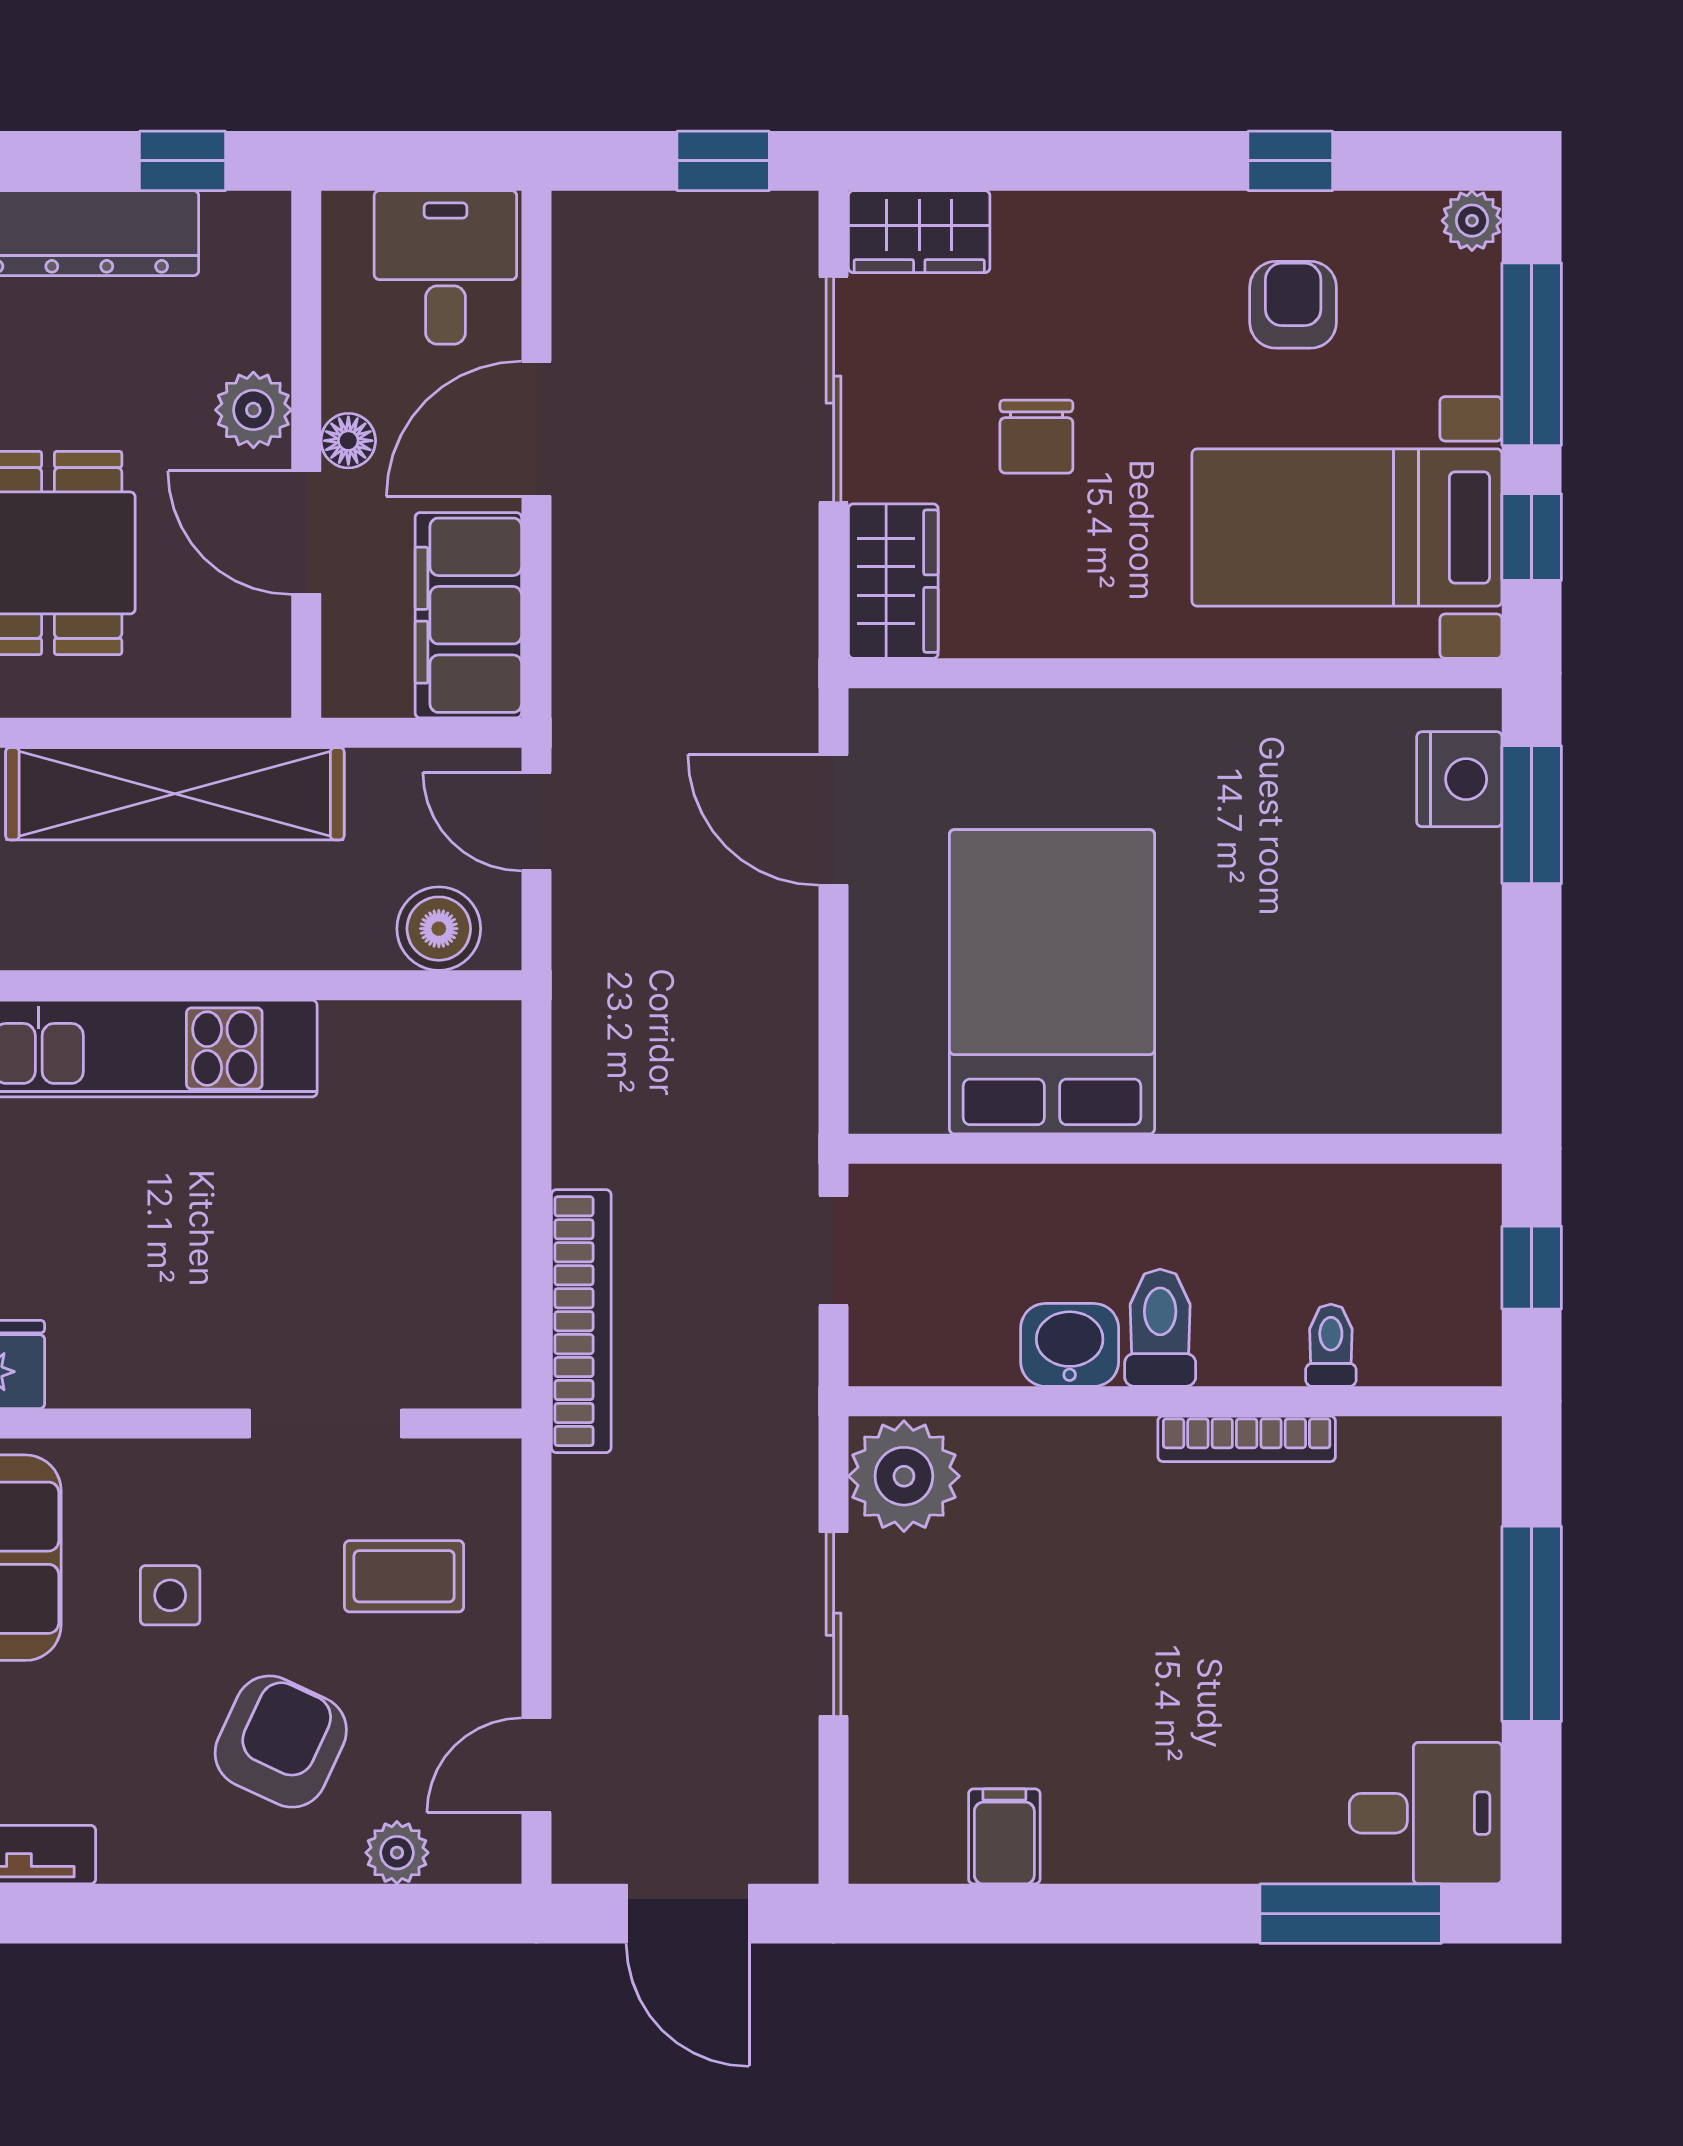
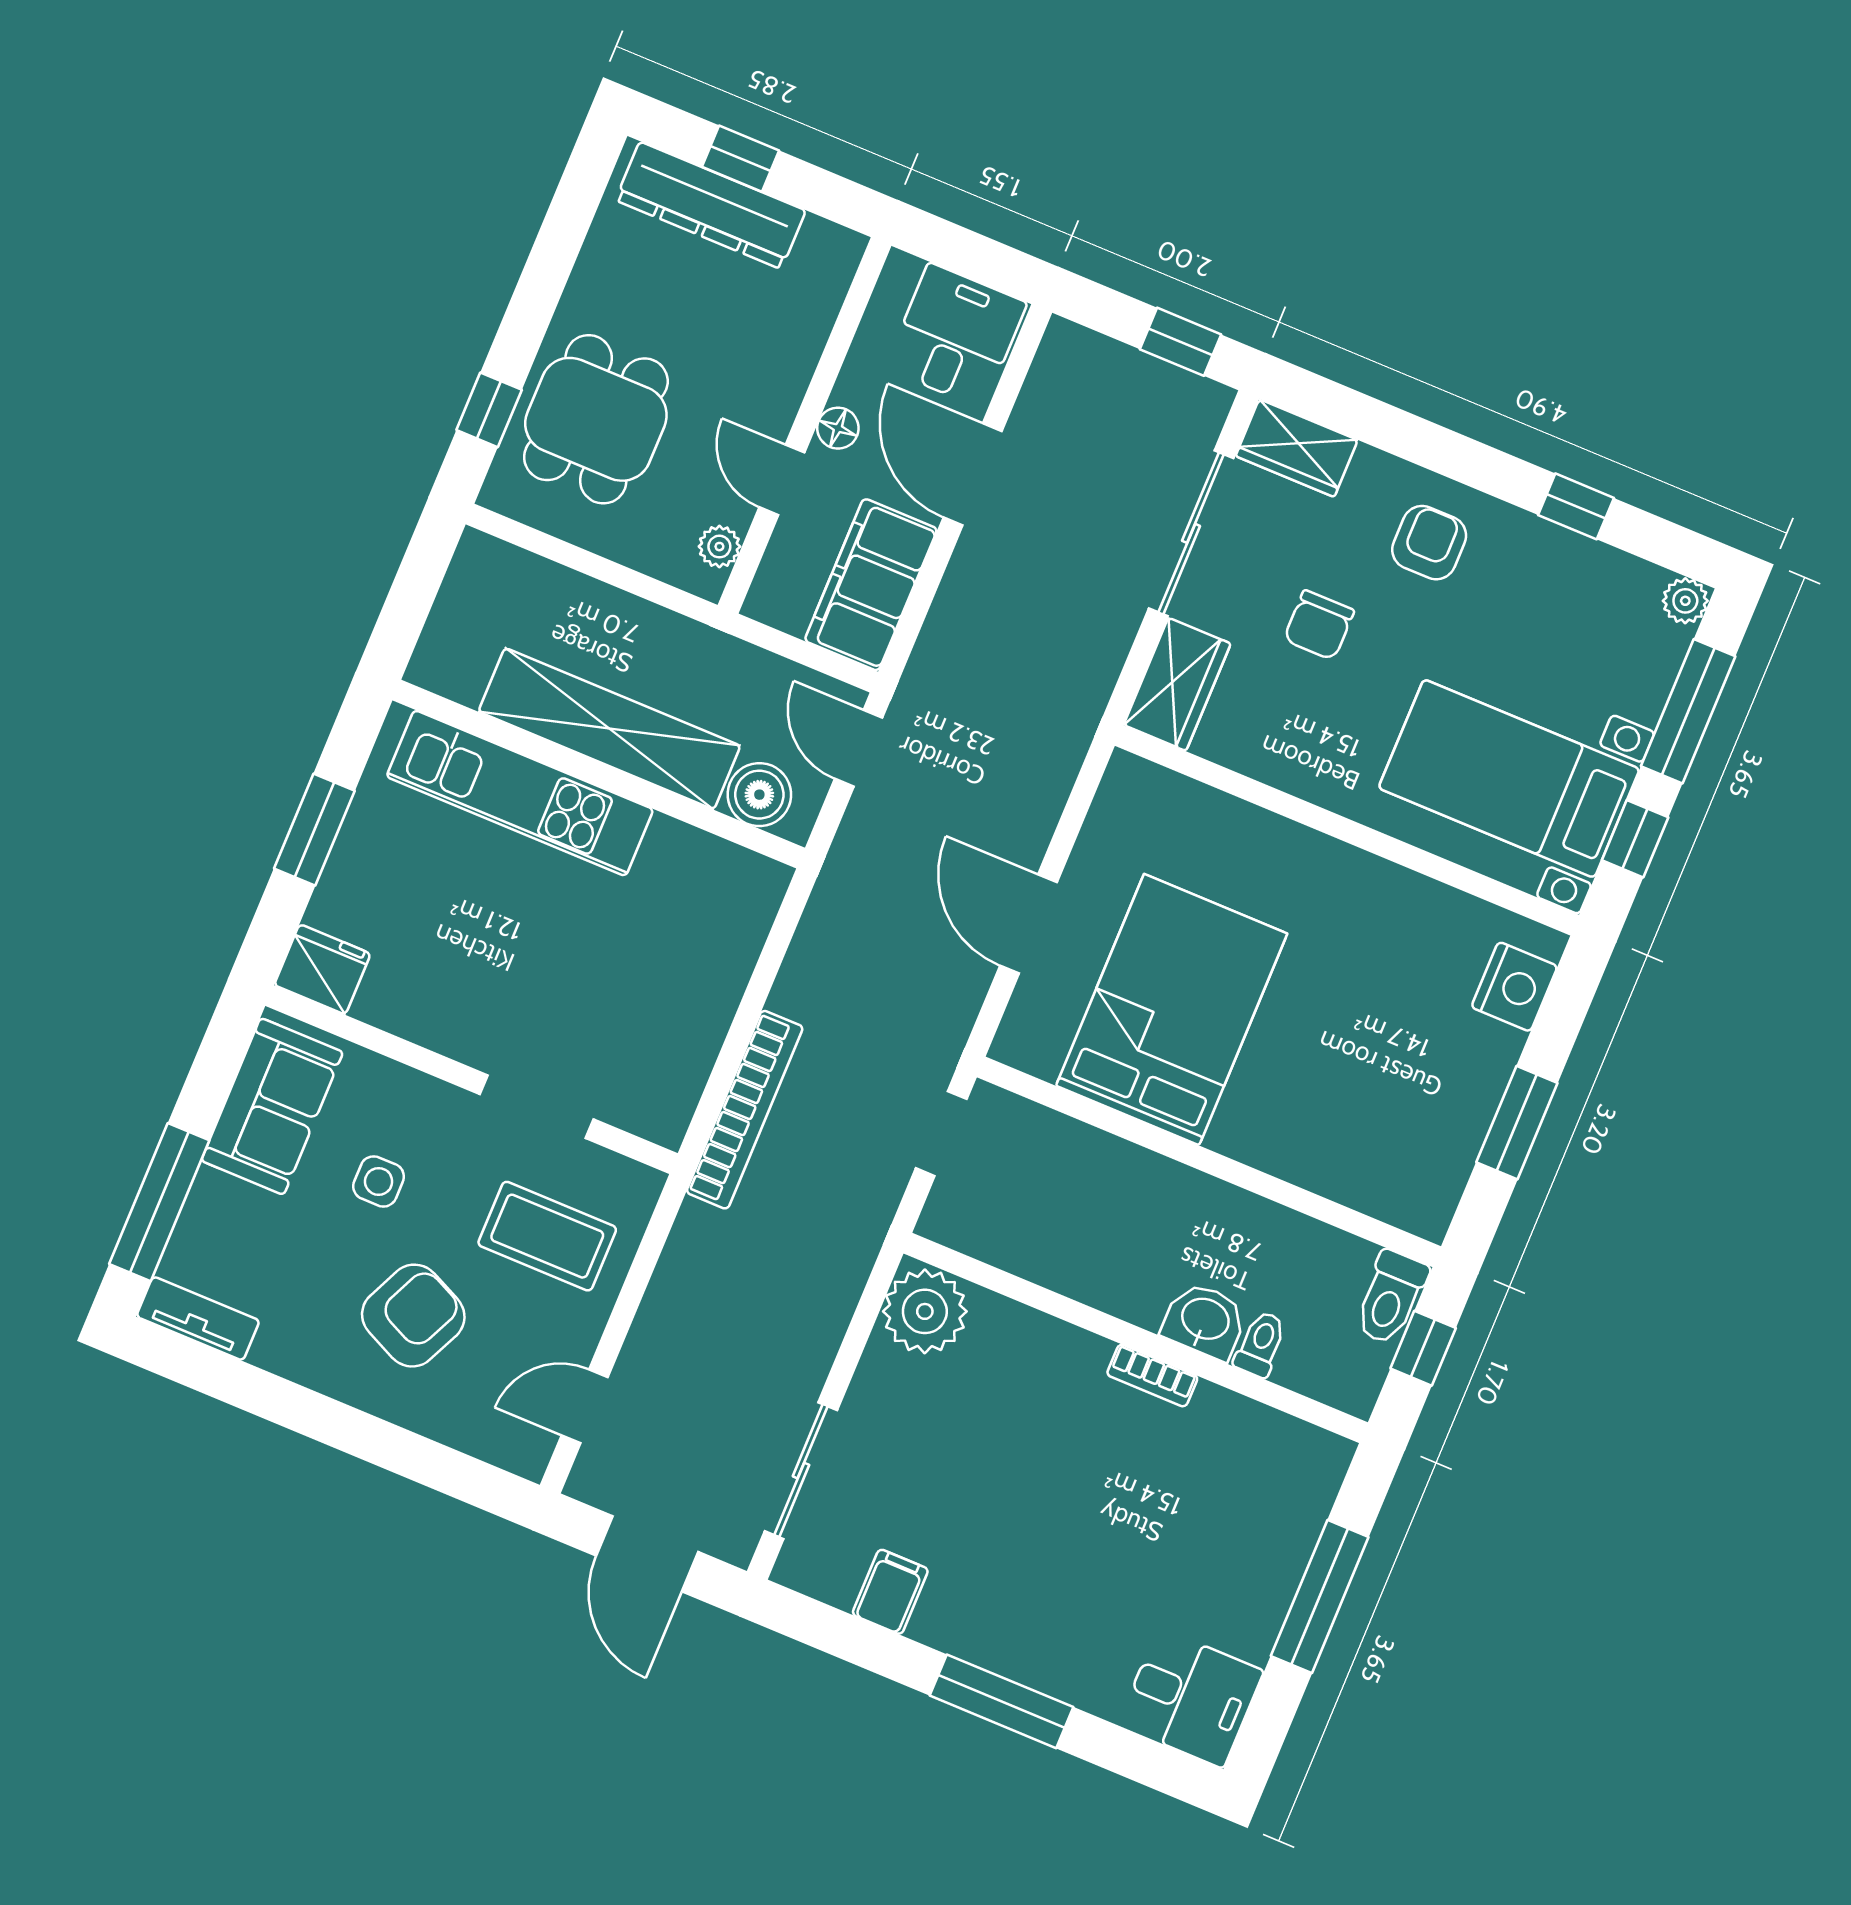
window: (182, 161) -> (741, 159), moved
armchair: (1293, 305) -> (1429, 543), moved
plant: (253, 410) -> (719, 547), moved, width x0.73, depth x0.73
door: (536, 429) -> (973, 474), hinge flipped
door: (306, 533) -> (782, 480), width x0.73
shelving: (175, 794) -> (609, 729), moved
window: (1532, 815) -> (1517, 1123), moved
door: (834, 820) -> (1028, 924), moved
toilet: (1160, 1328) -> (1391, 1298), moved, turned 180
washbasin: (1070, 1345) -> (1205, 1321), moved
bookcase: (1247, 1439) -> (1152, 1376), width x0.64
coffee table: (404, 1576) -> (547, 1236), width x1.36, depth x1.30
sliding door: (834, 1624) -> (801, 1471), moved
plant: (397, 1853) -> (462, 1427), removed
window: (1351, 1914) -> (1002, 1701), moved

